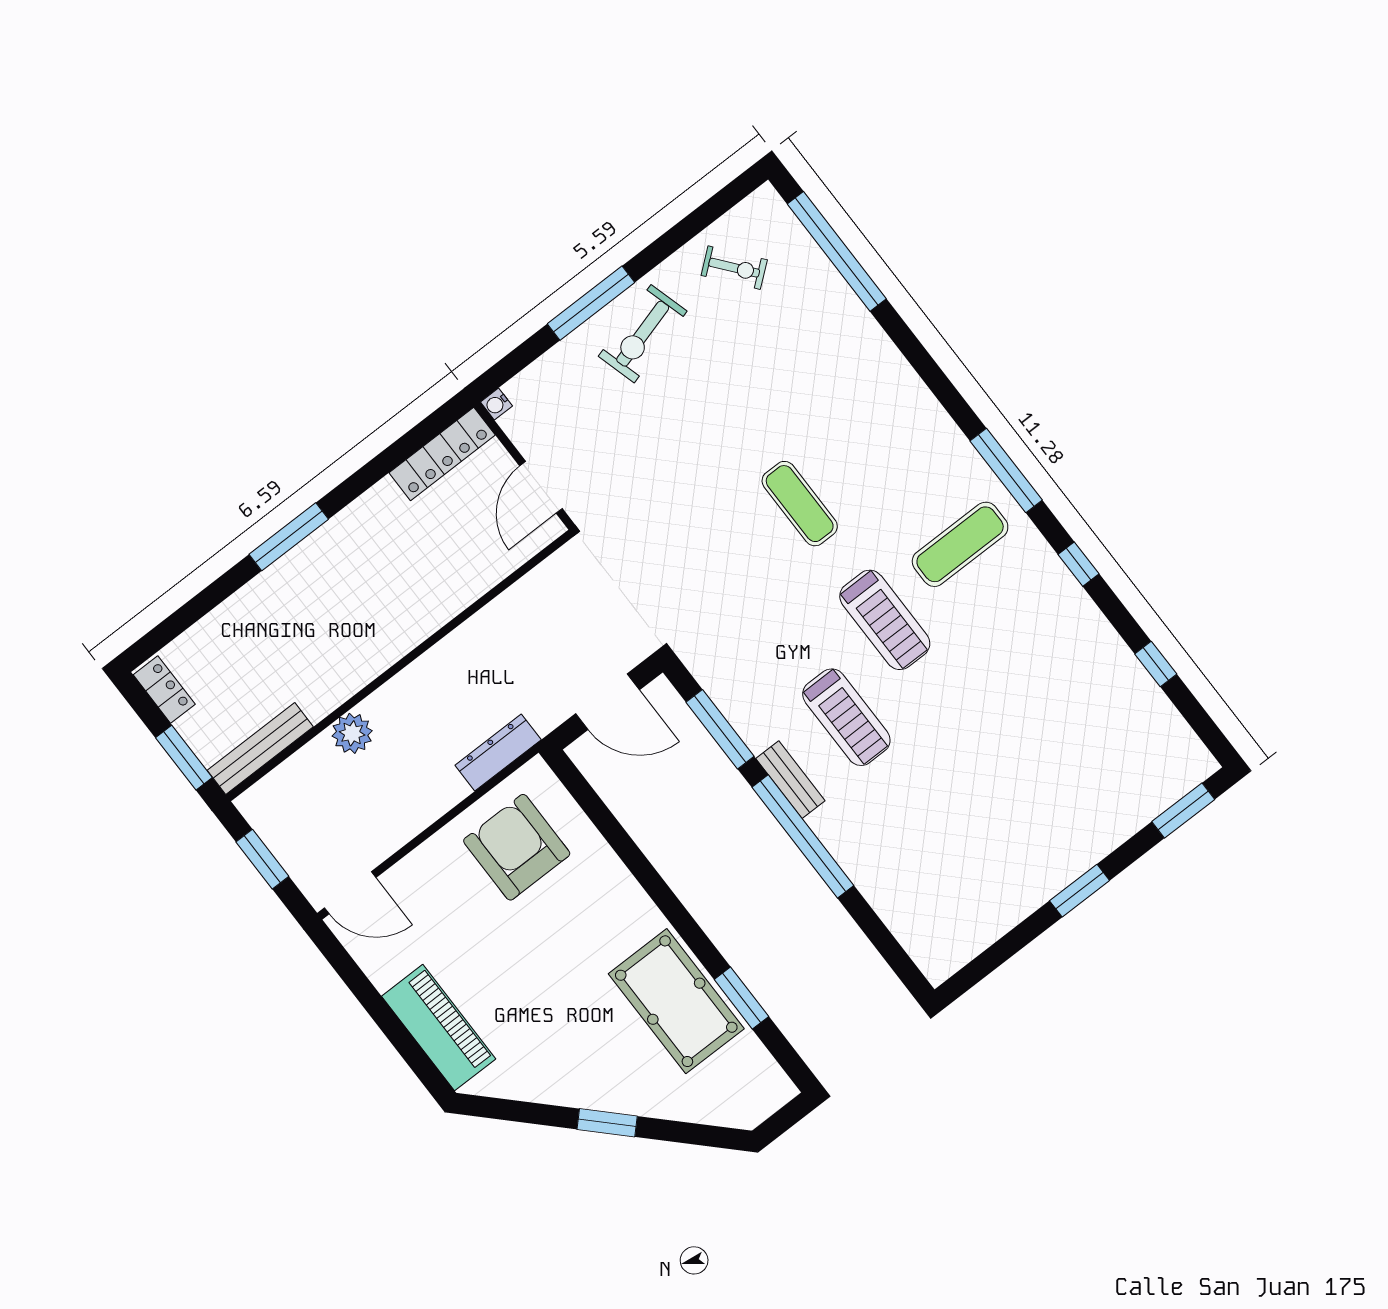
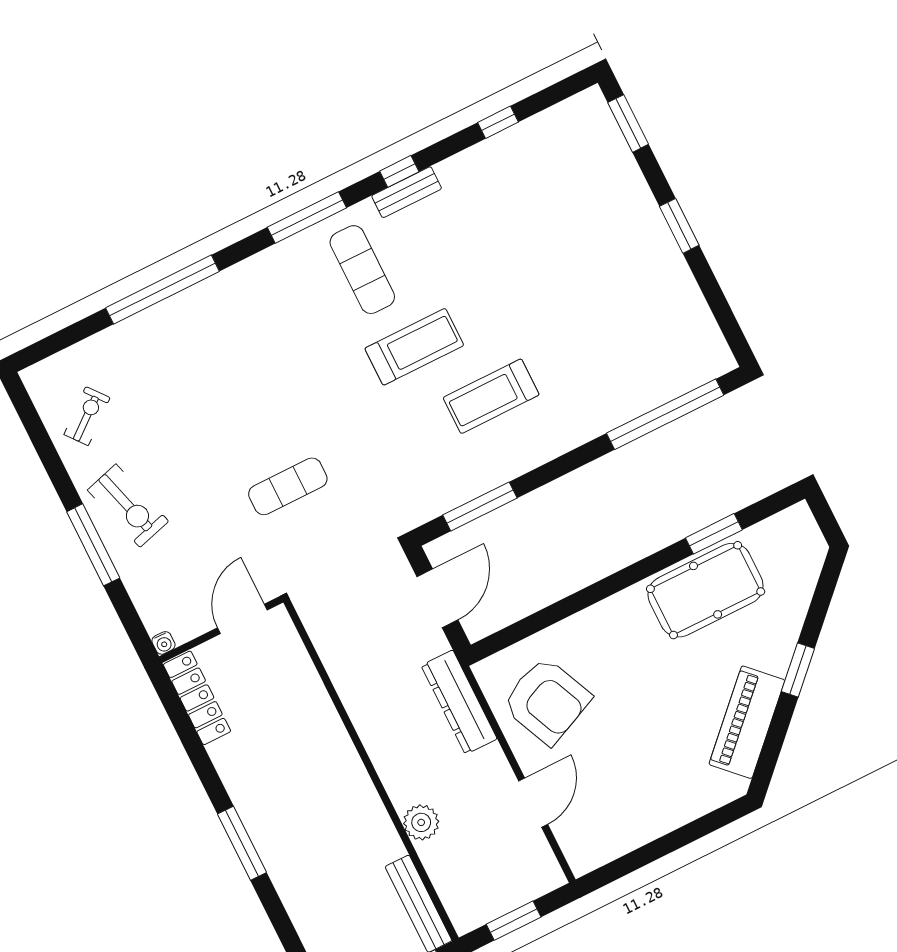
window: (837, 251) -> (162, 290), moved
door: (541, 487) -> (242, 619), swing flipped
exercise mat: (800, 504) -> (288, 486), moved
treadmill: (846, 717) -> (491, 396), turned 180
dresser: (498, 752) -> (459, 702), width x1.37, depth x1.24
bench: (790, 780) -> (407, 192), moved
window: (803, 836) -> (665, 414), moved
armchair: (517, 847) -> (547, 701), turned -114
door: (350, 893) -> (533, 803), moved
piano: (439, 1028) -> (747, 722), moved, turned -45

